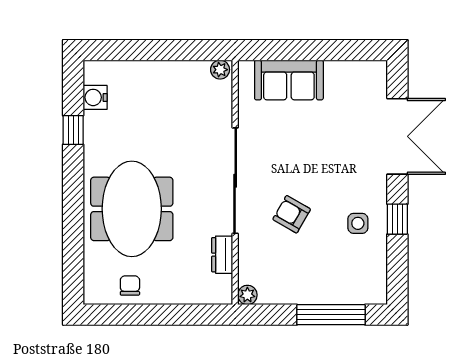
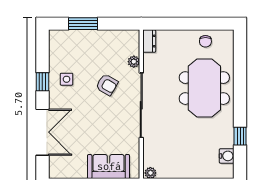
double door: (397, 136) -> (42, 132), swing flipped
dresser: (222, 255) -> (149, 41), moved
plant: (247, 295) -> (134, 62), moved
window: (331, 315) -> (83, 24), width x0.69

